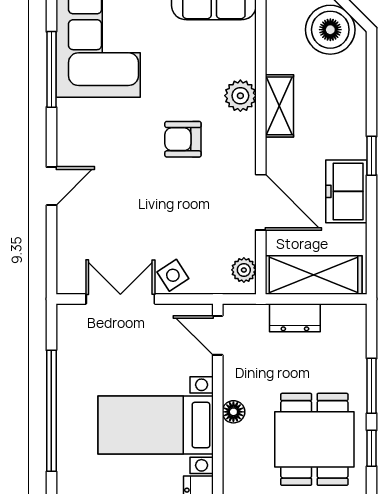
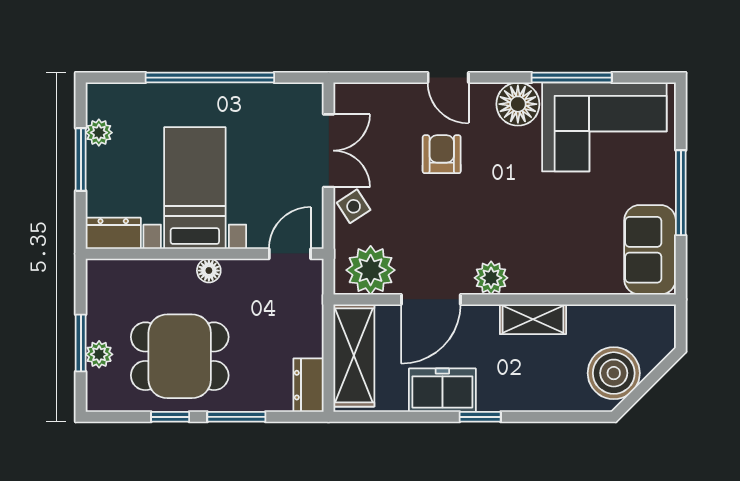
plant: (240, 96) -> (491, 278), moved
floor lamp: (76, 120) -> (518, 104), added
armchair: (183, 139) -> (442, 154), moved
plant: (244, 270) -> (371, 270), width x1.88, depth x1.88
dresser: (295, 318) -> (309, 385), moved

